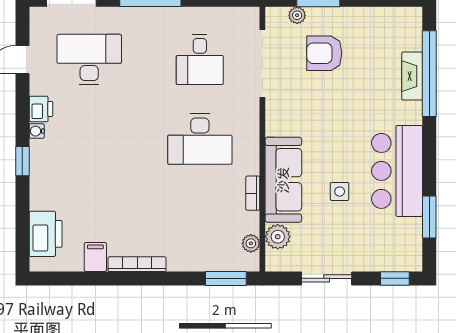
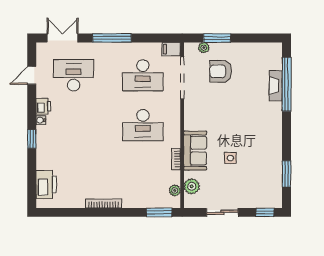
desk: (200, 59) -> (143, 75), width x1.37
bar counter: (397, 171) -> (266, 145), removed
sofa: (283, 180) -> (195, 151), width x0.73
filing cabinet: (95, 257) -> (171, 49), moved, turned -90

